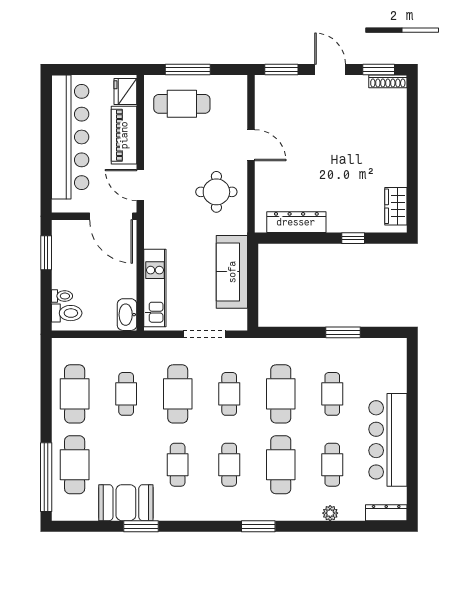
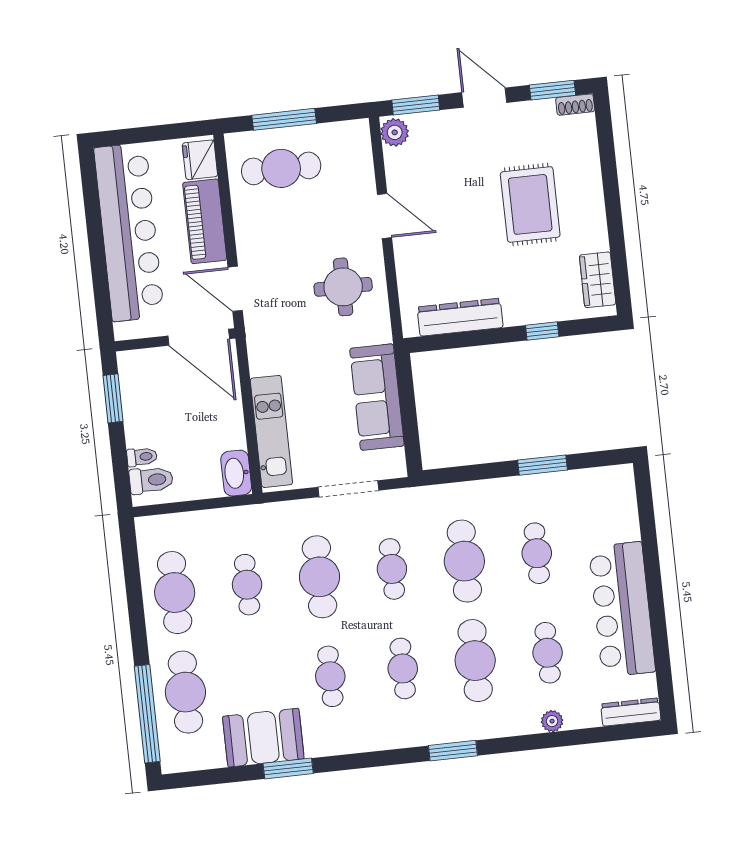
shoe rack: (388, 81) -> (575, 105), width x0.70
plant: (264, 87) -> (395, 132), added
rug: (354, 148) -> (530, 204), added

